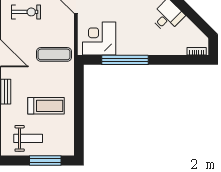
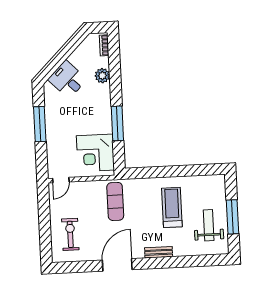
plant: (169, 48) -> (102, 76), added
window: (125, 60) -> (117, 123), width x0.68
window: (45, 160) -> (232, 217), moved

